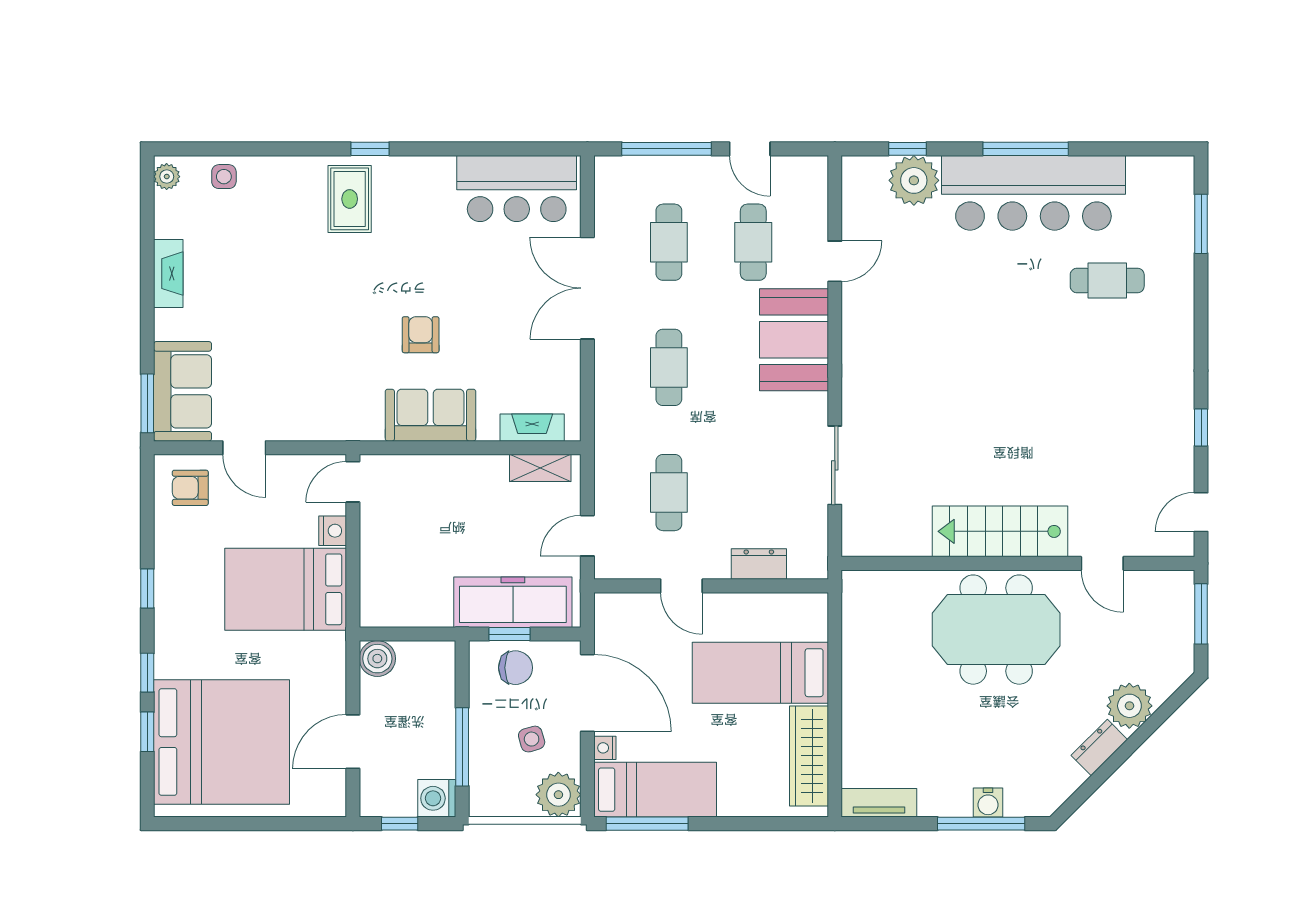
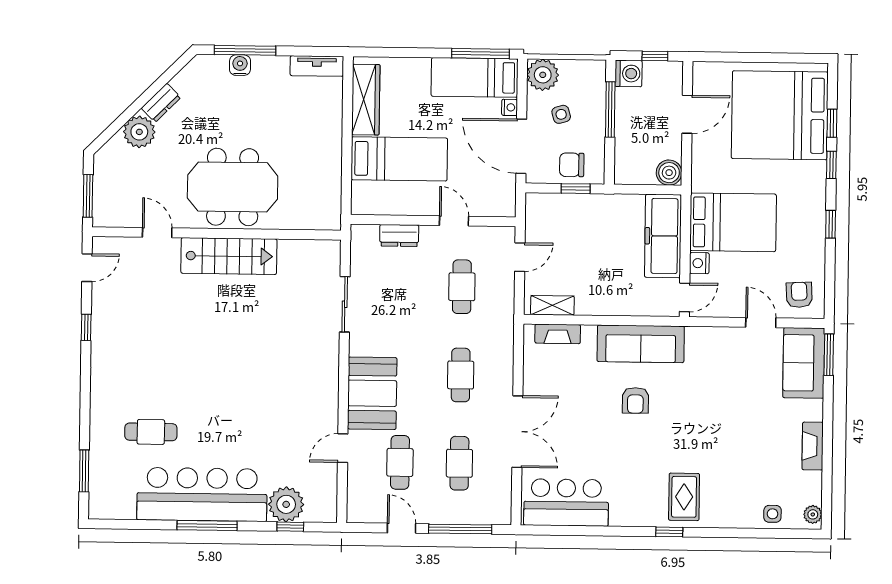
sofa: (431, 415) -> (641, 344), width x1.36
armchair: (190, 488) -> (799, 295), turned -93
freezer: (513, 602) -> (663, 236), moved, turned 90

